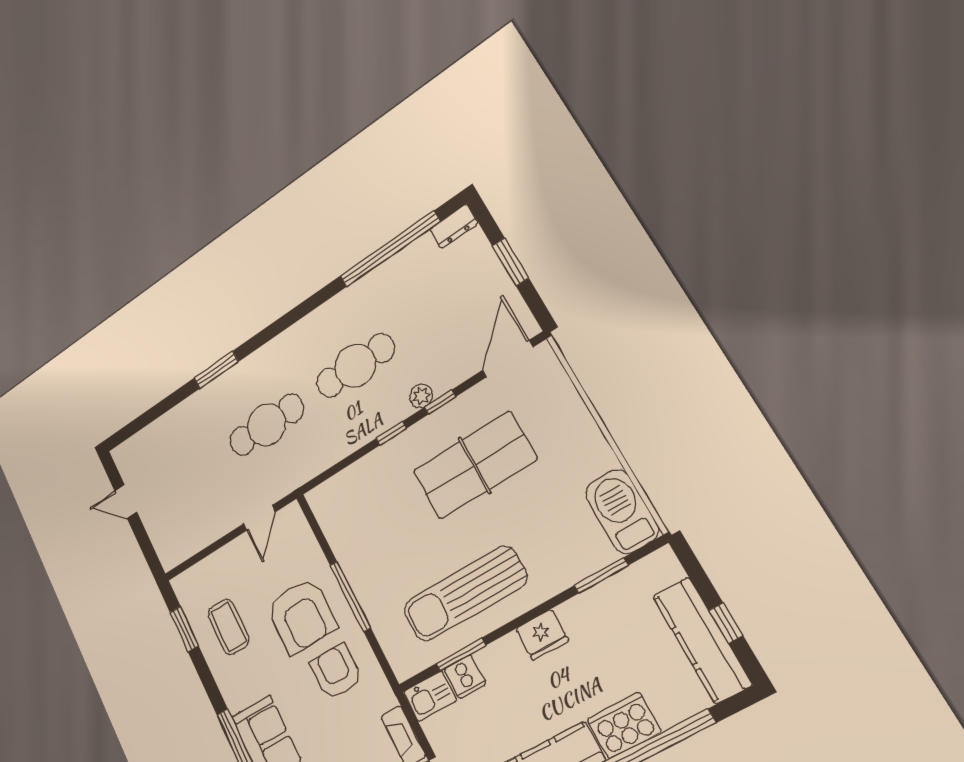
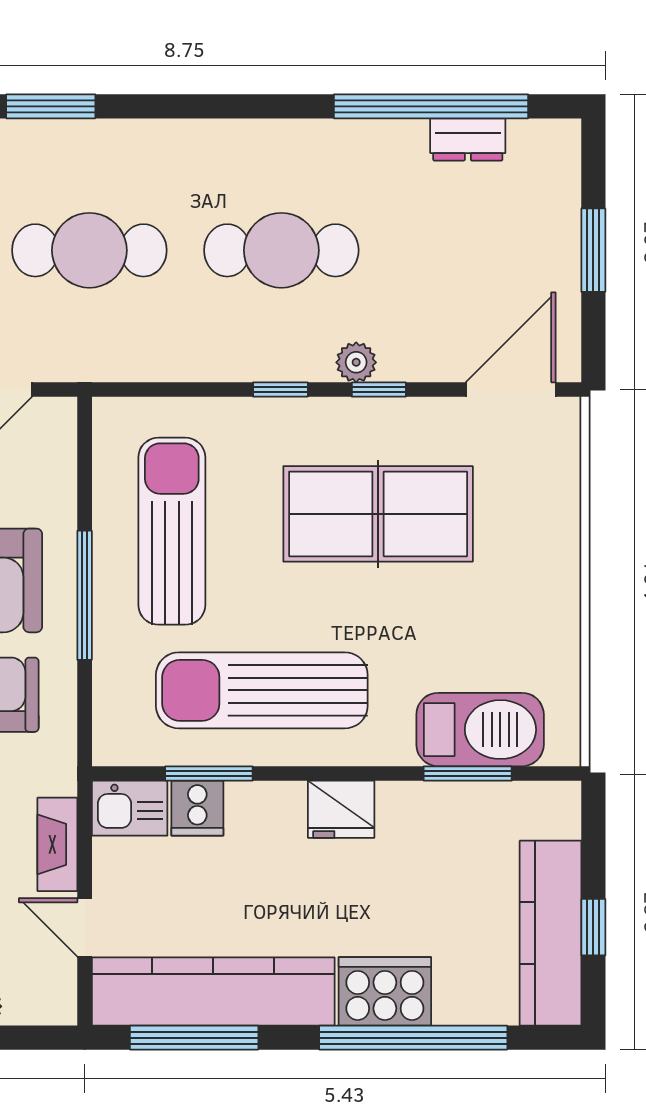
dresser: (454, 226) -> (468, 139), moved
barbecue: (622, 511) -> (480, 730), moved, turned 90
sun lounger: (376, 538) -> (172, 531), added

